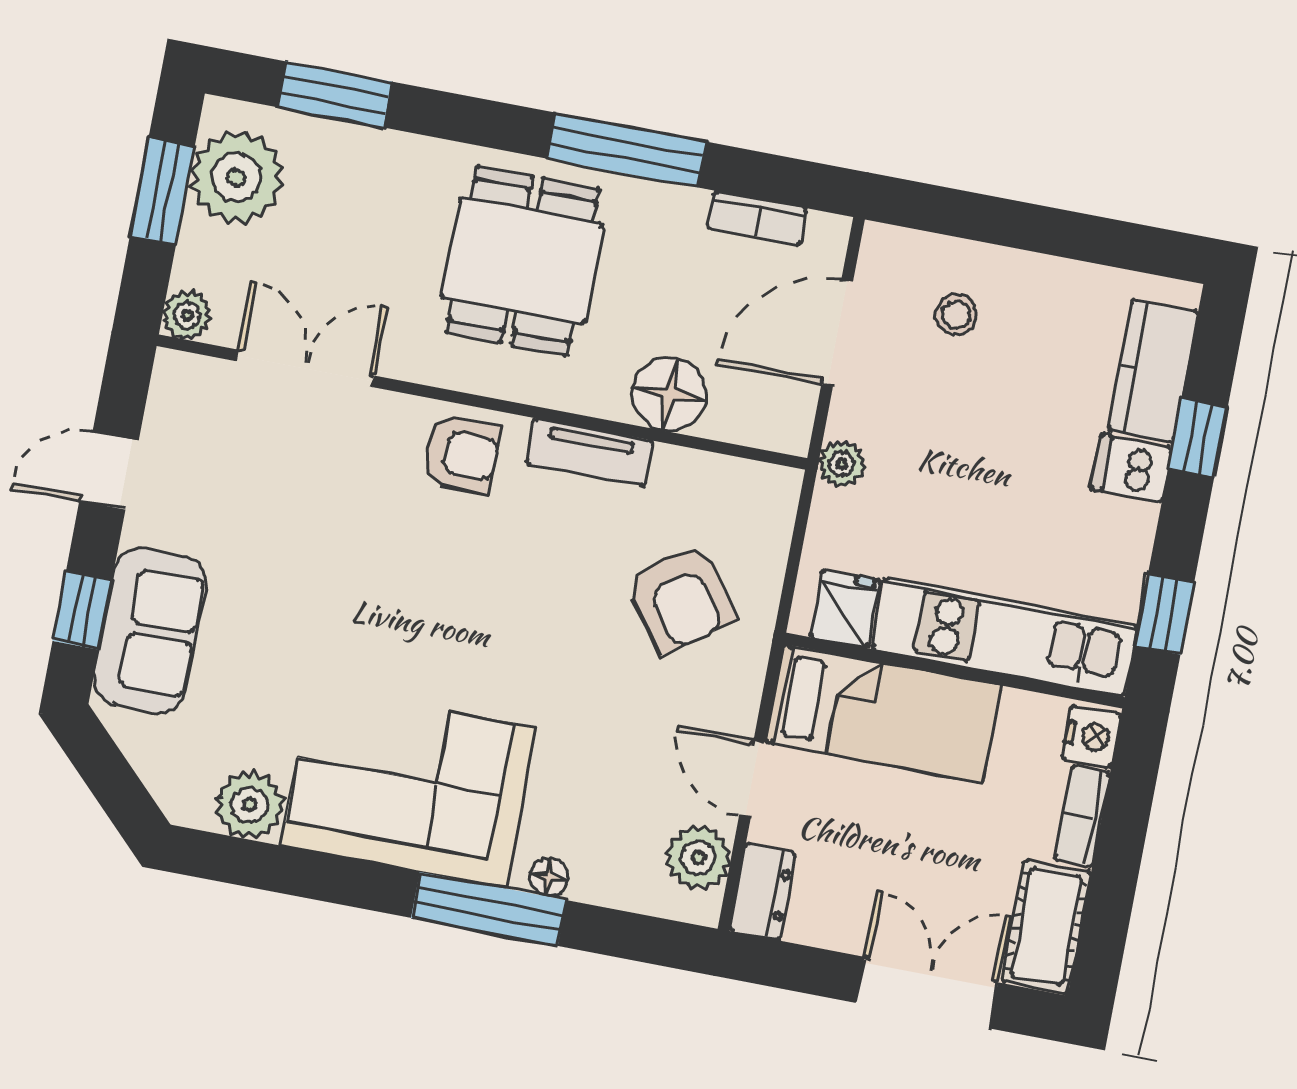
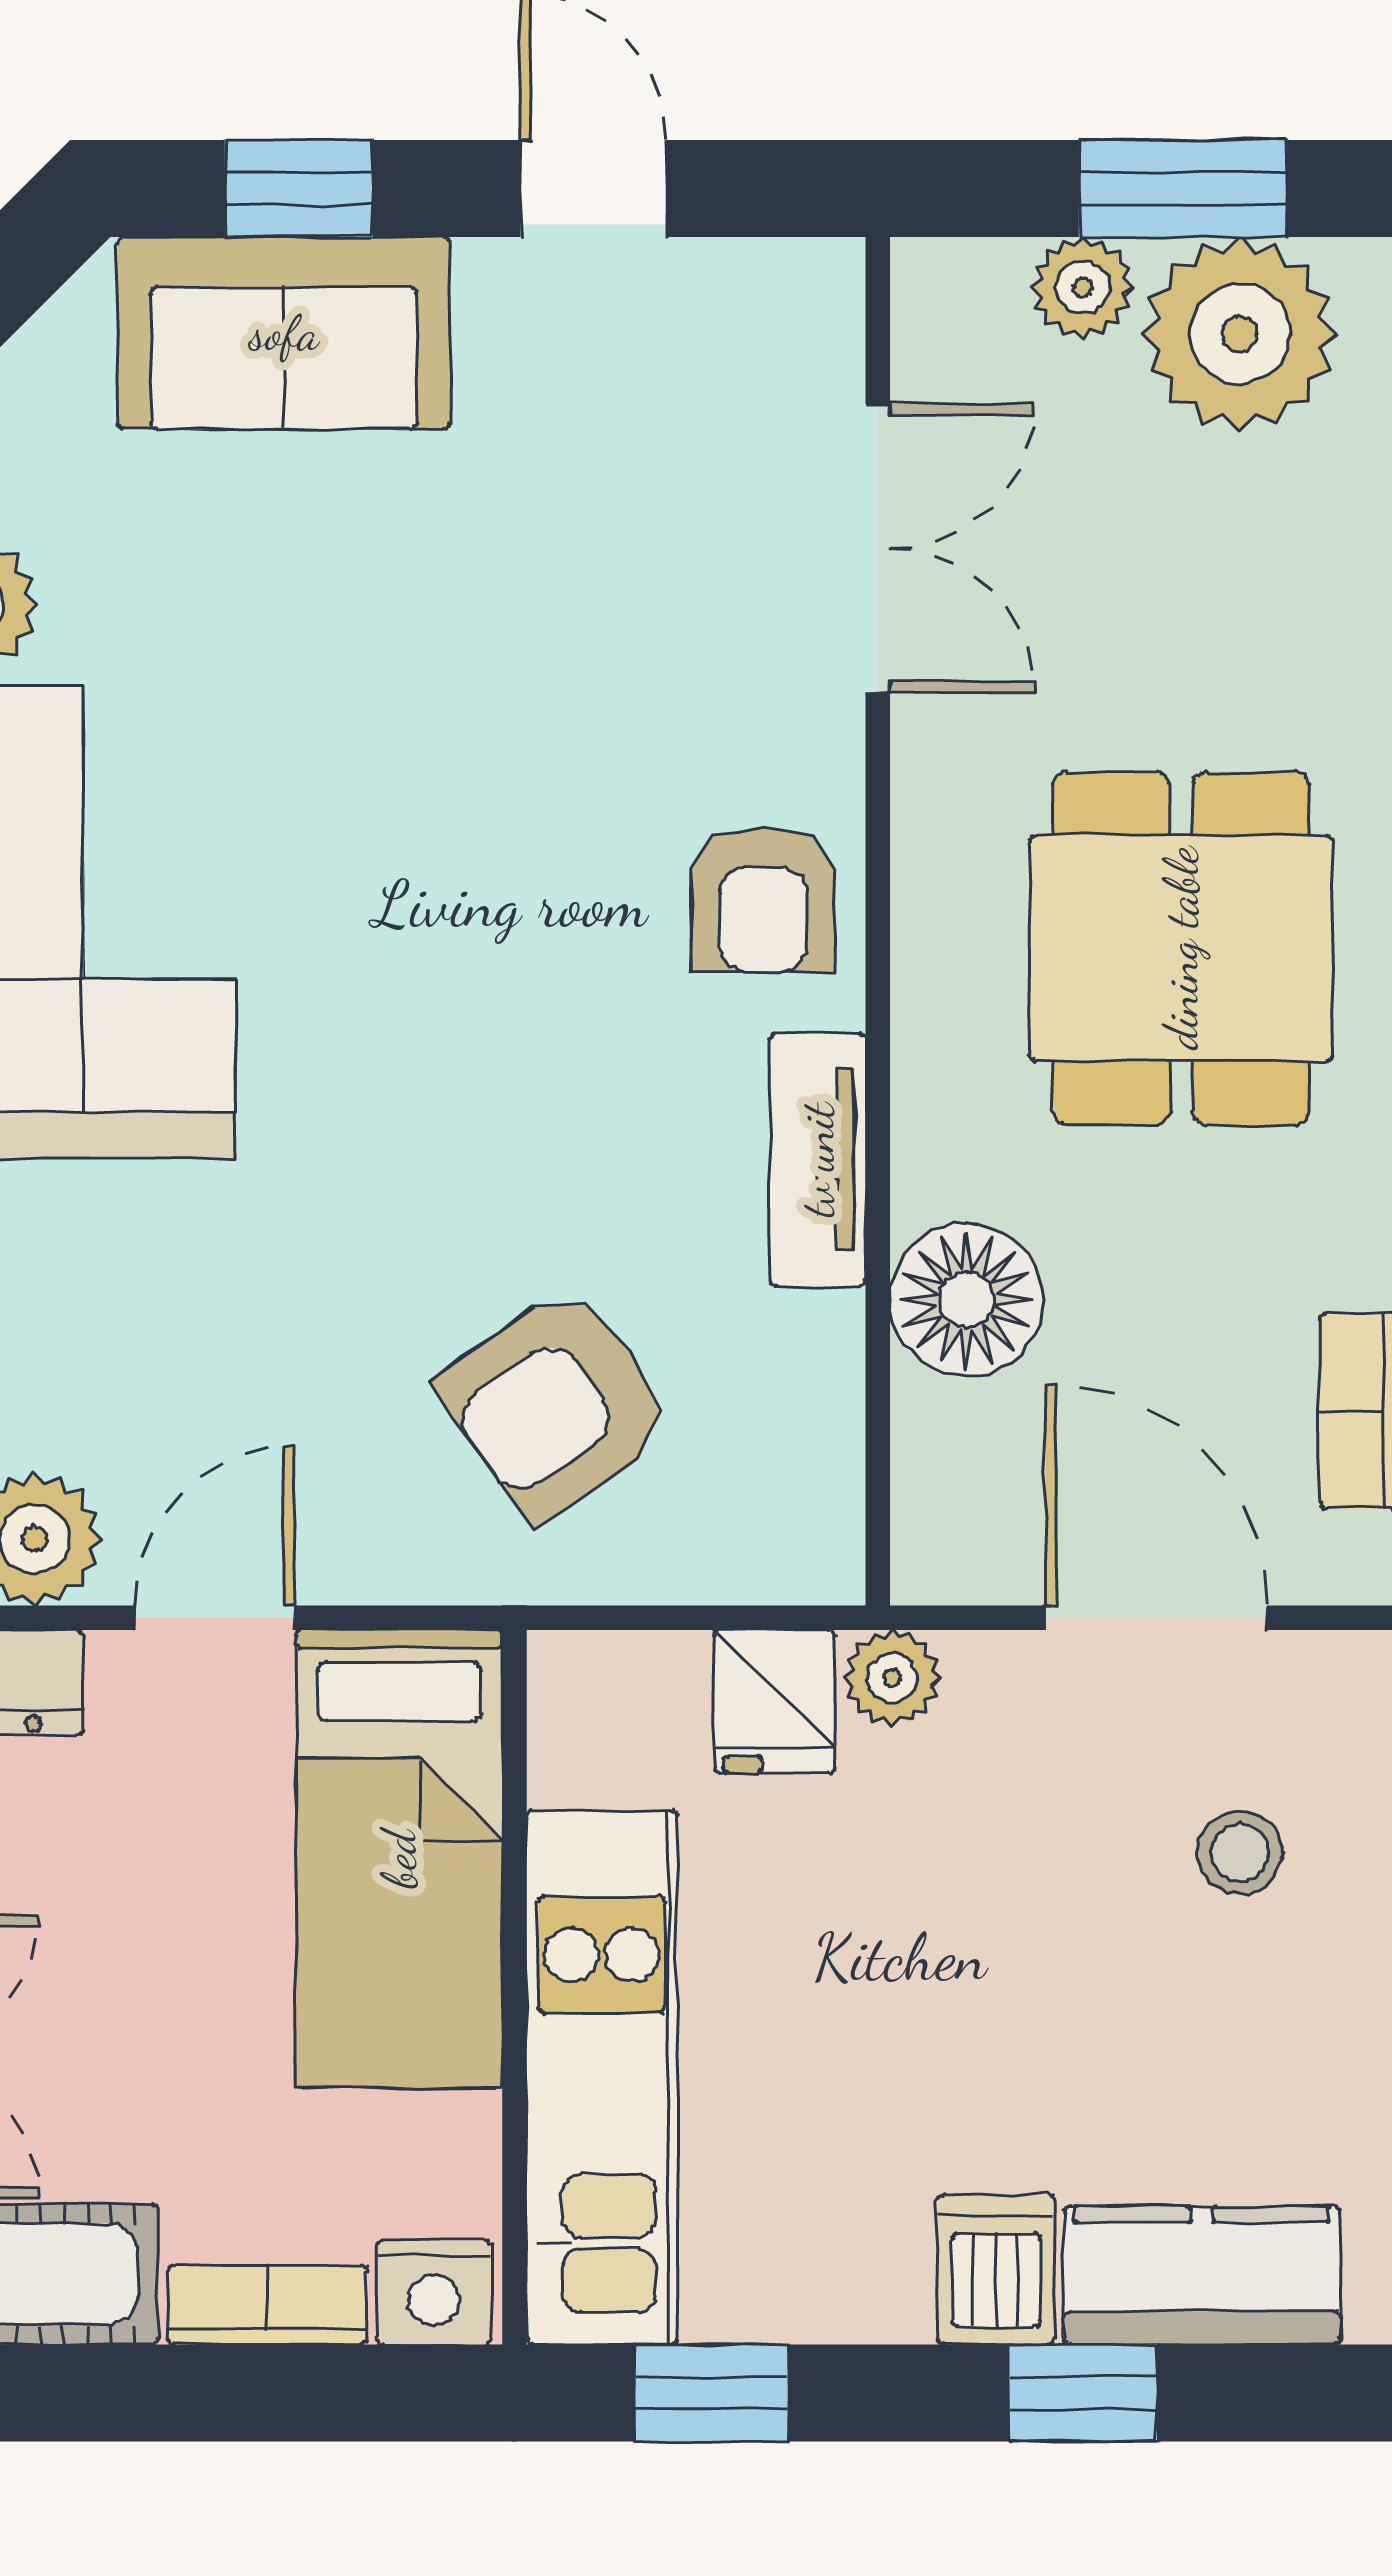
dining table: (522, 261) -> (1181, 948), turned 90
plant: (187, 315) -> (1083, 287), moved
fridge: (845, 609) -> (774, 1702), moved, turned 90

